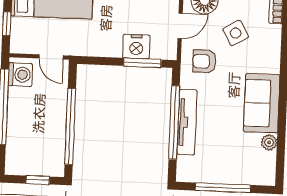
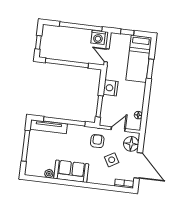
door: (180, 26) -> (118, 129), swing flipped
nightstand: (136, 47) -> (111, 88), moved
door: (51, 57) -> (107, 55), hinge flipped
tv unit: (187, 122) -> (49, 127), moved

